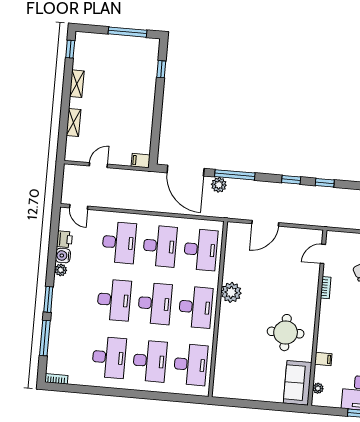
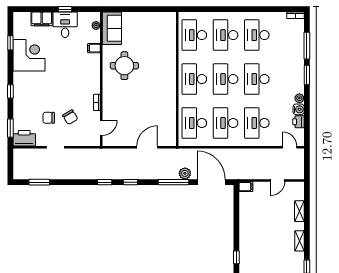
plant: (231, 292) -> (168, 93), removed

